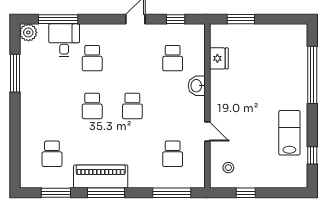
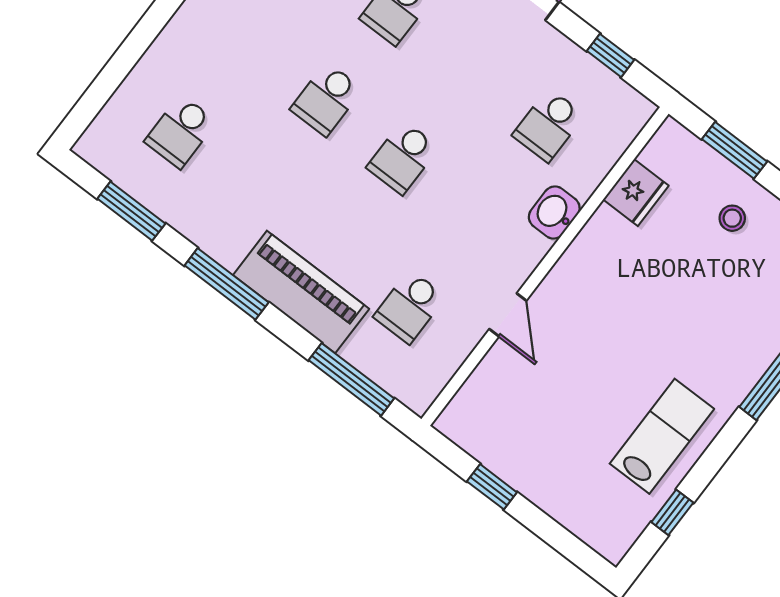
stool: (228, 168) -> (732, 218), moved
piano: (101, 176) -> (301, 292), moved

